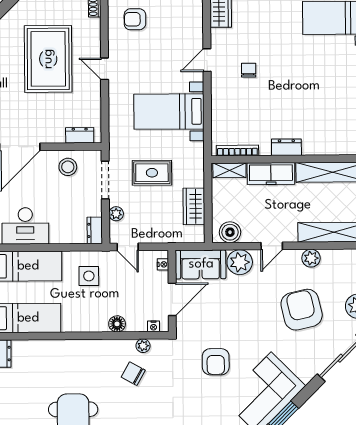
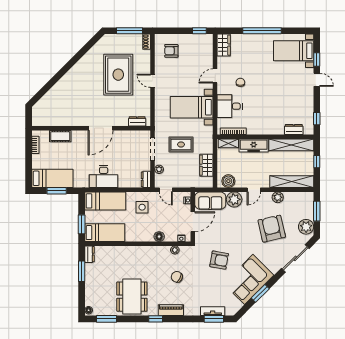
desk: (231, 109) -> (230, 106), added
dresser: (286, 147) -> (294, 129), moved
stool: (68, 167) -> (130, 141), removed
armchair: (216, 362) -> (219, 260), turned -80
chair: (133, 374) -> (177, 277), moved

